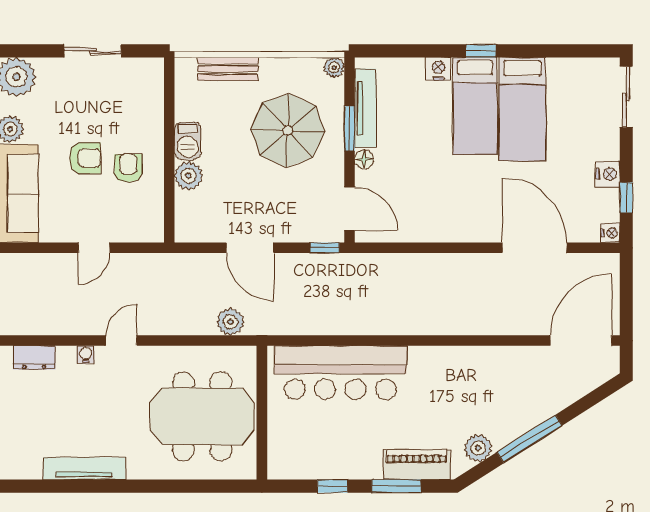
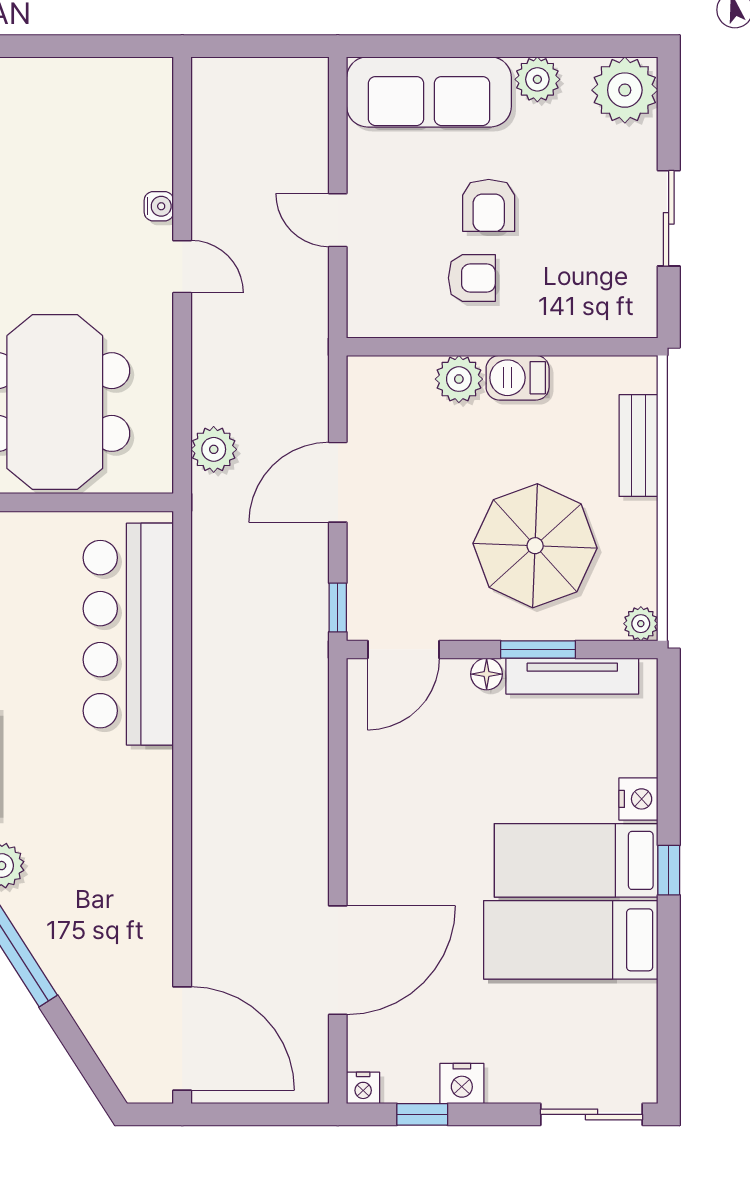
dresser: (34, 358) -> (153, 120), removed

